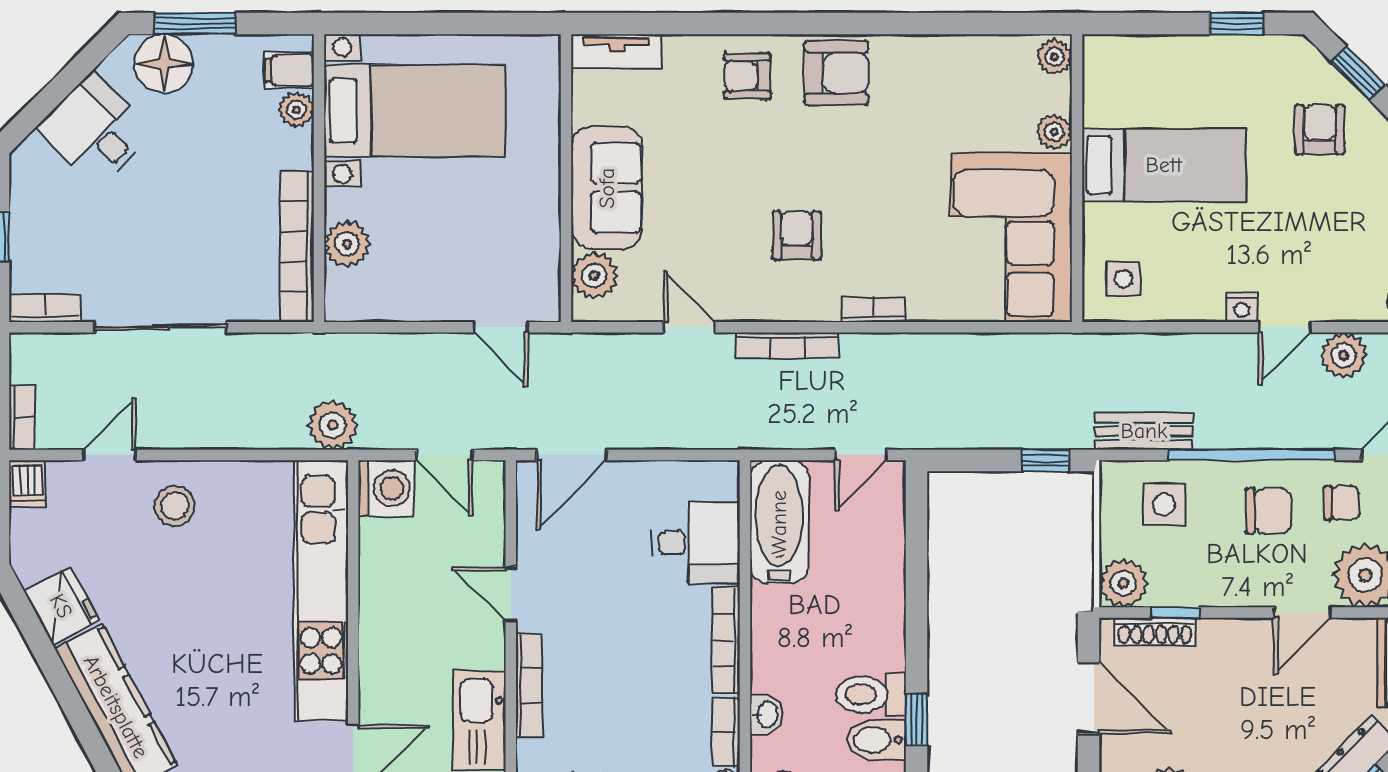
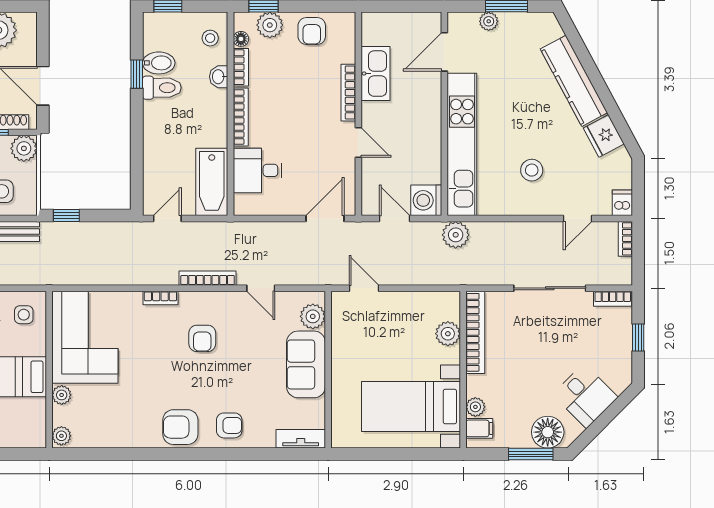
stool: (175, 506) -> (532, 170), moved

